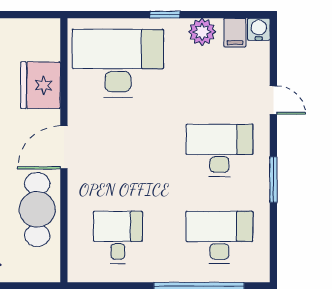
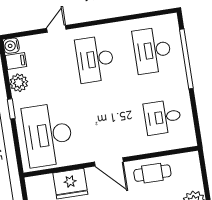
window: (273, 180) -> (109, 21), removed
cafe table: (37, 209) -> (152, 173), width x0.73, depth x0.74

